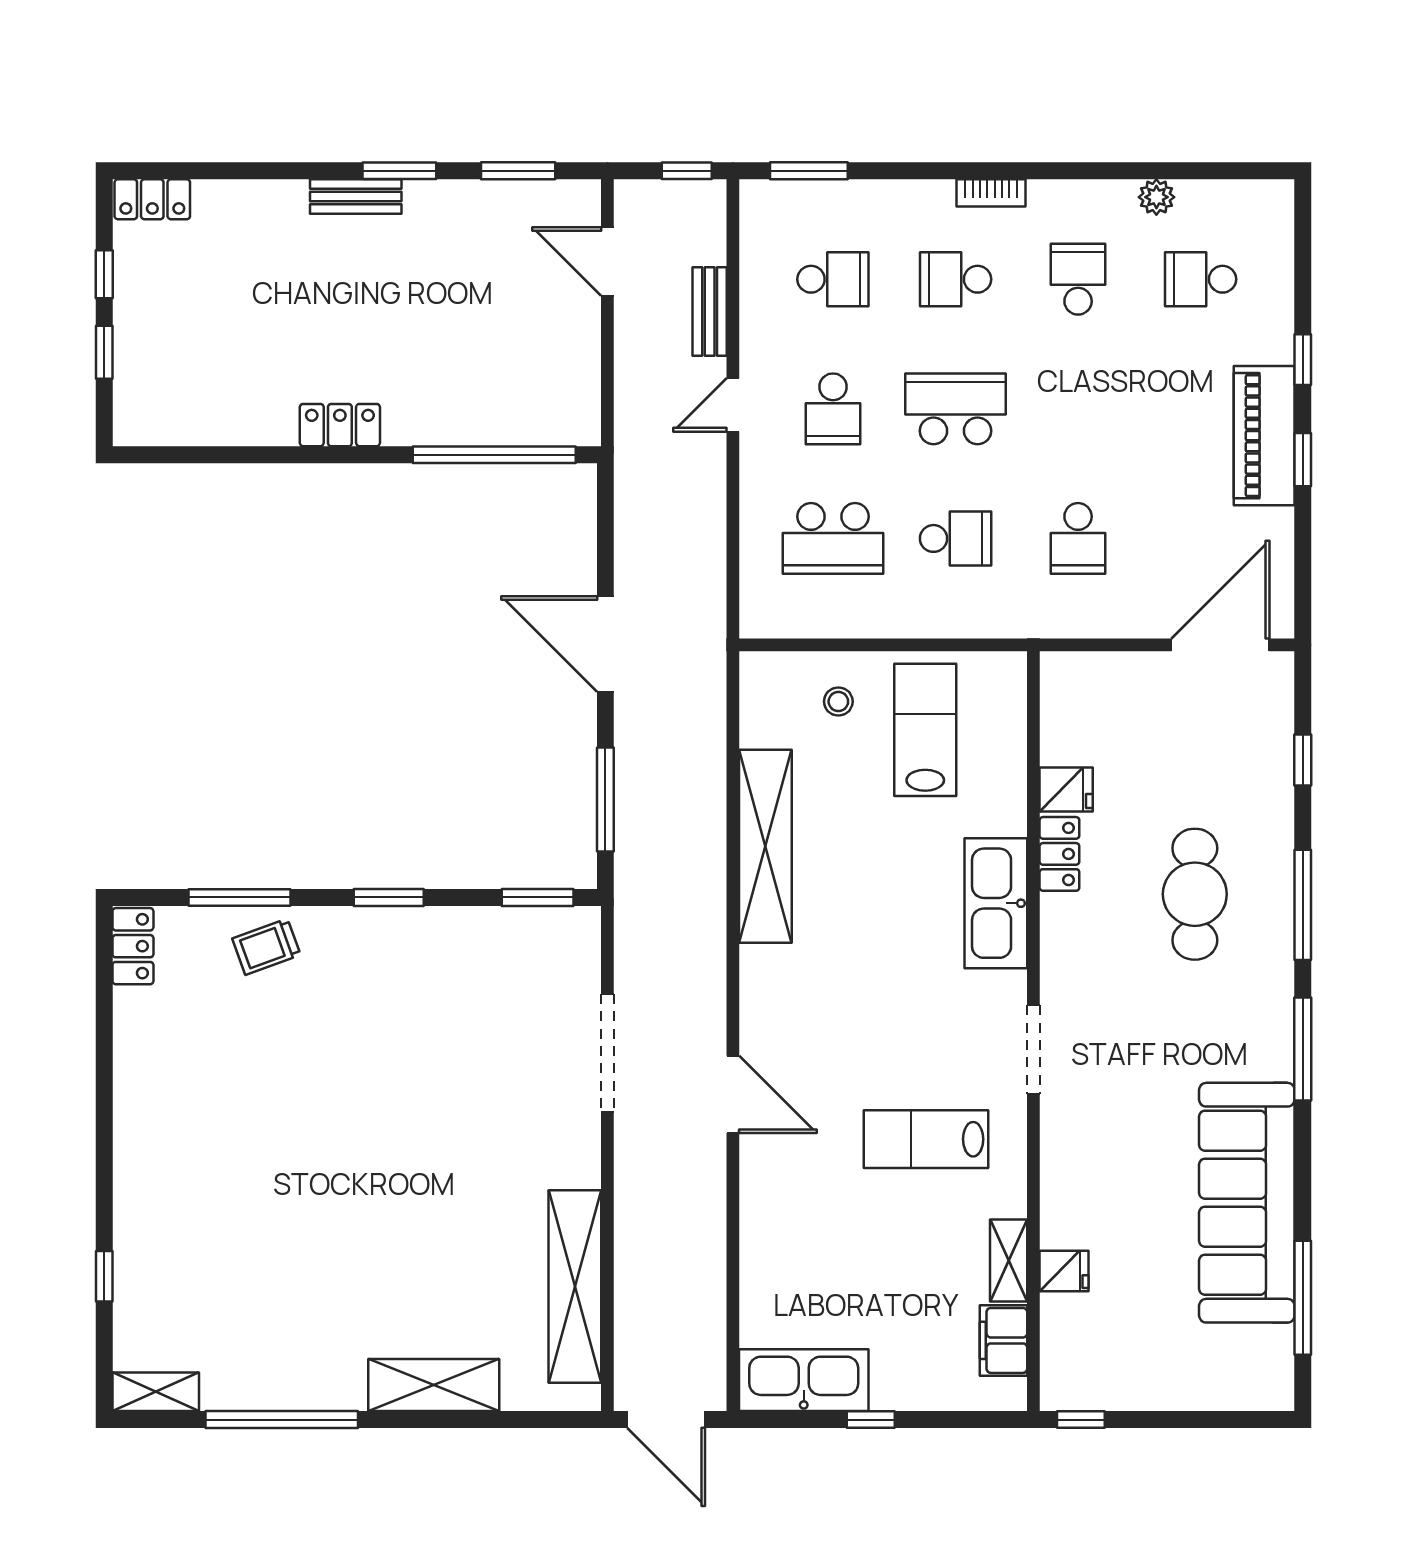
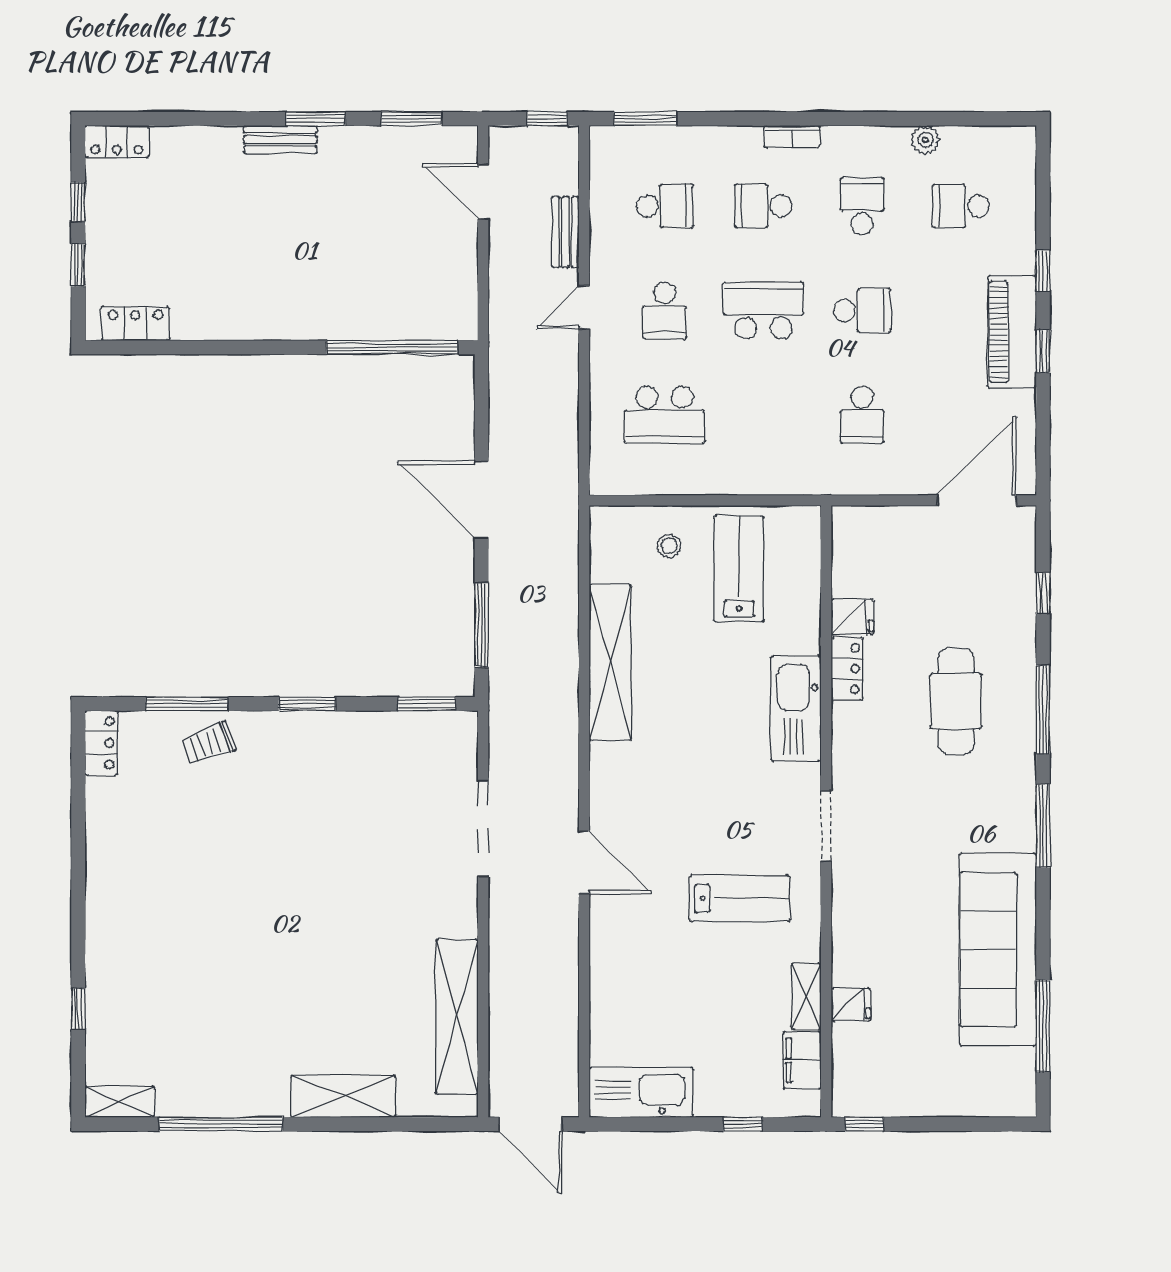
locker: (340, 425) -> (135, 323), moved
school desk: (956, 538) -> (862, 310), moved
lab bench: (926, 1139) -> (740, 898), turned 180
window: (871, 1420) -> (743, 1124), moved

